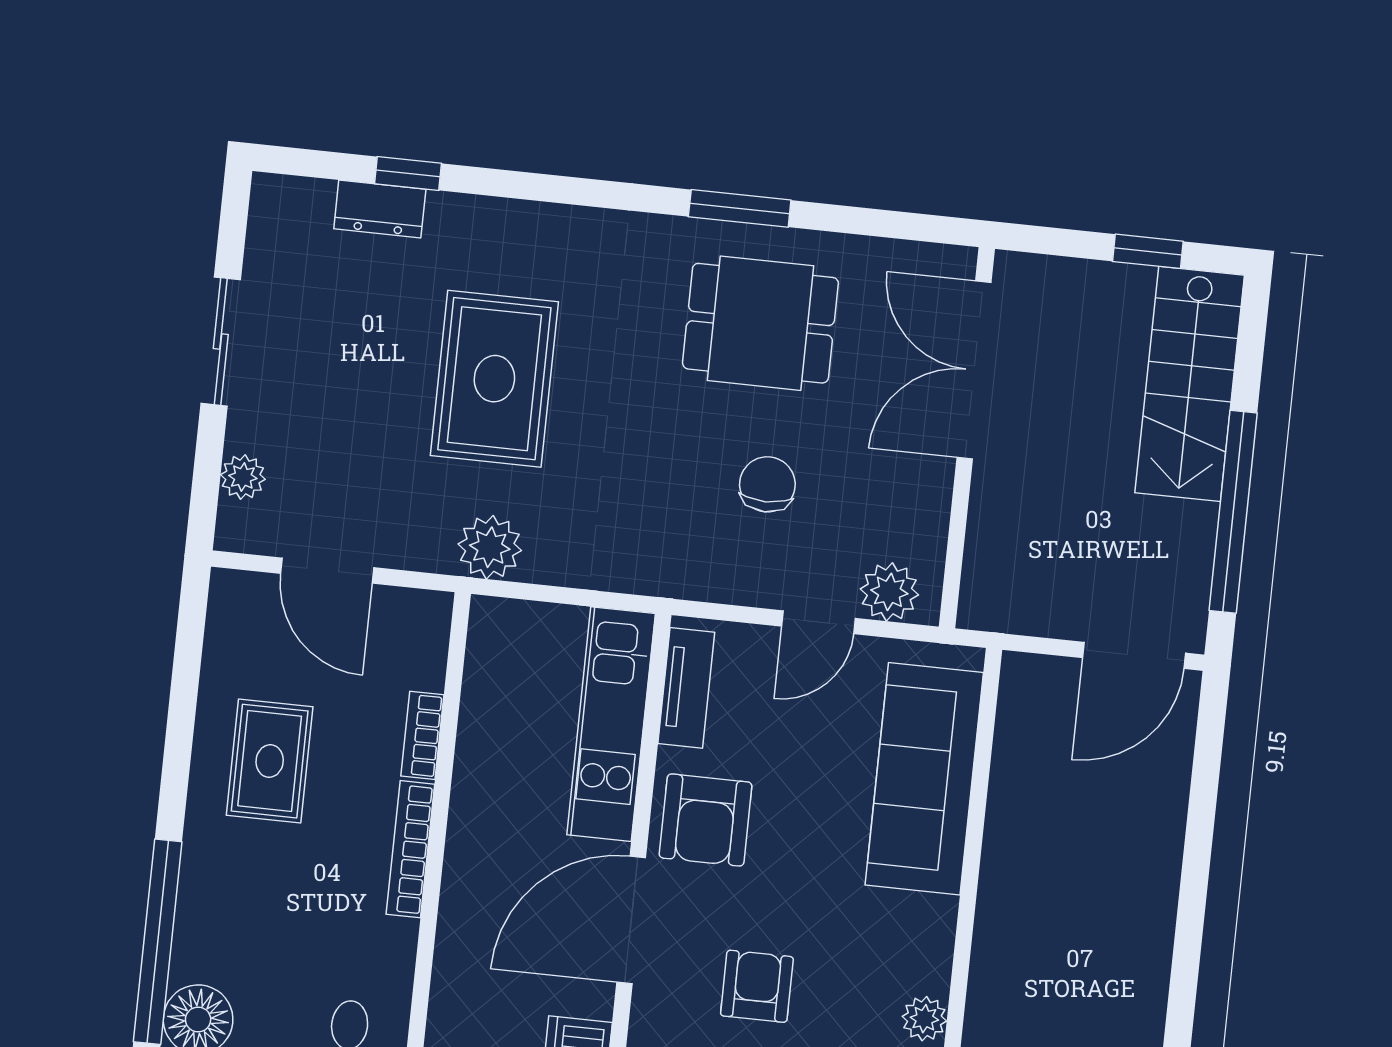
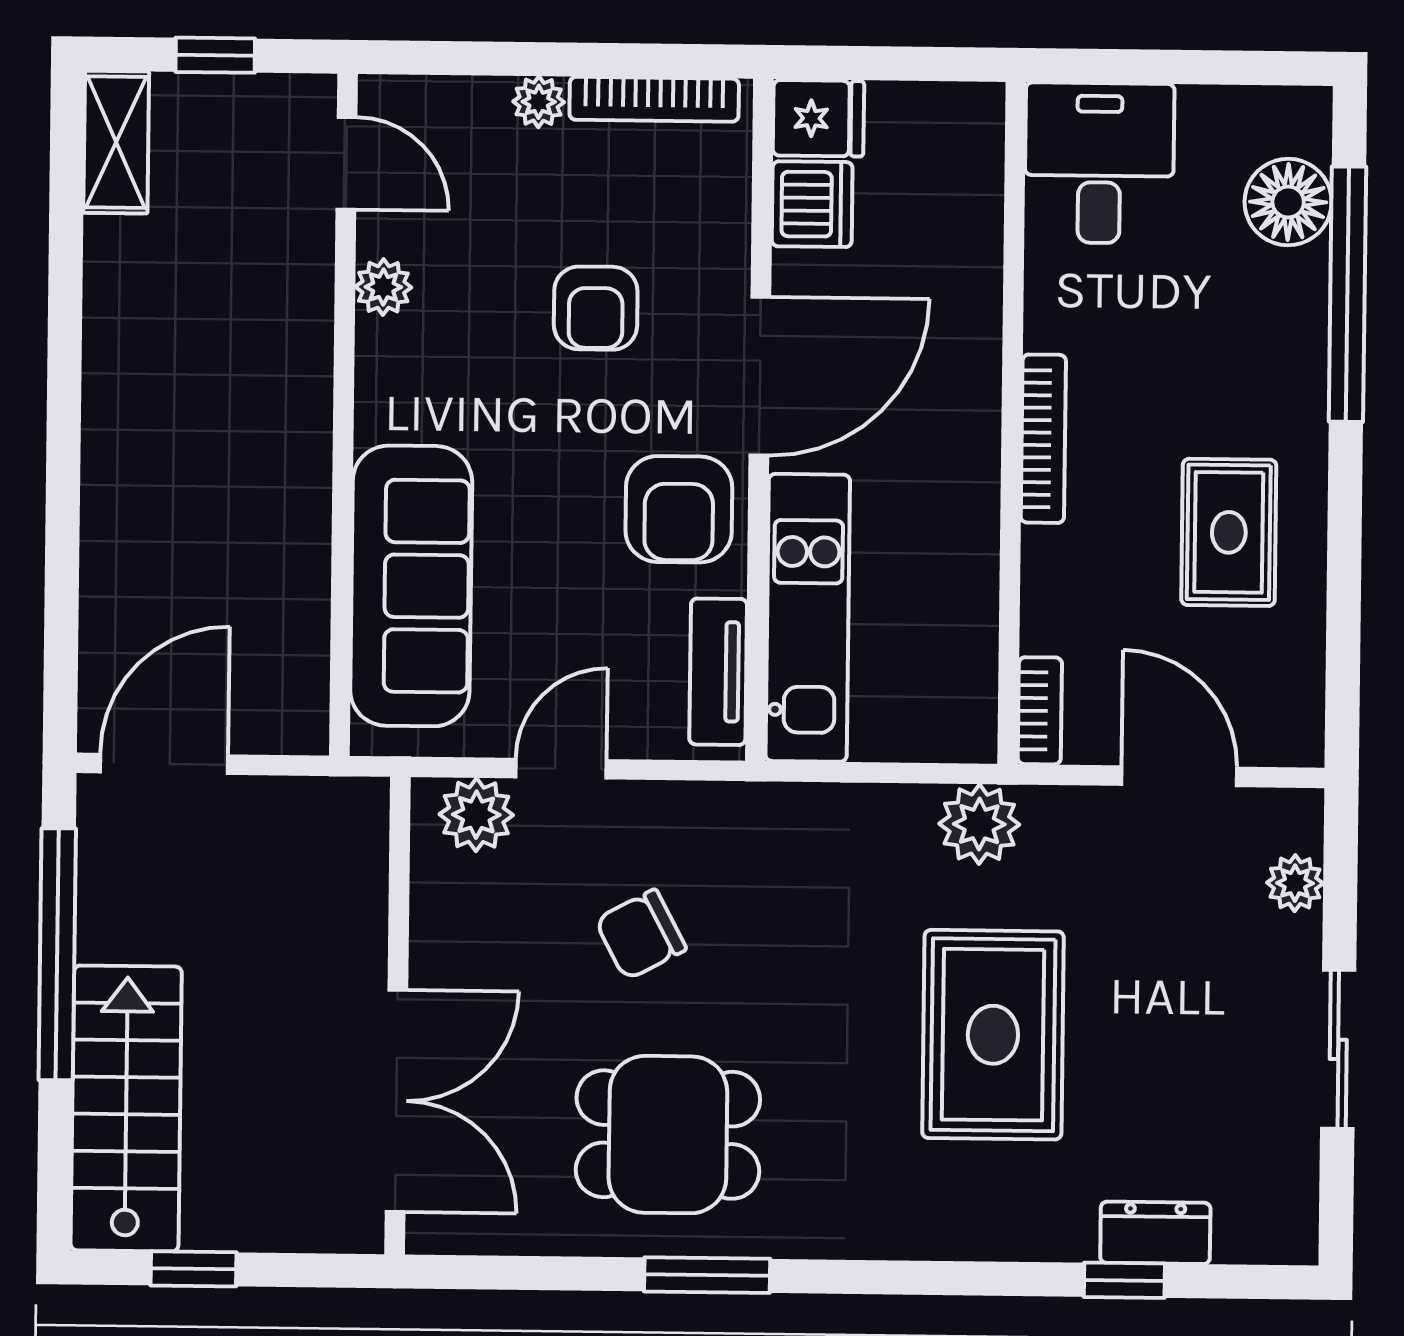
chair: (767, 484) -> (641, 935), turned 62
bookcase: (422, 735) -> (1040, 711), moved
armchair: (706, 820) -> (679, 509), turned 180

